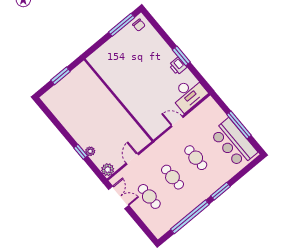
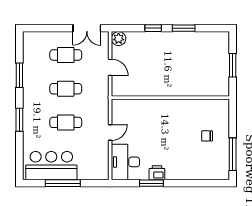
chair: (139, 25) -> (207, 136), moved
window: (181, 56) -> (151, 183), moved
window: (63, 131) -> (184, 28), added
plant: (90, 151) -> (147, 37), removed
window: (190, 217) -> (19, 75), width x0.47

